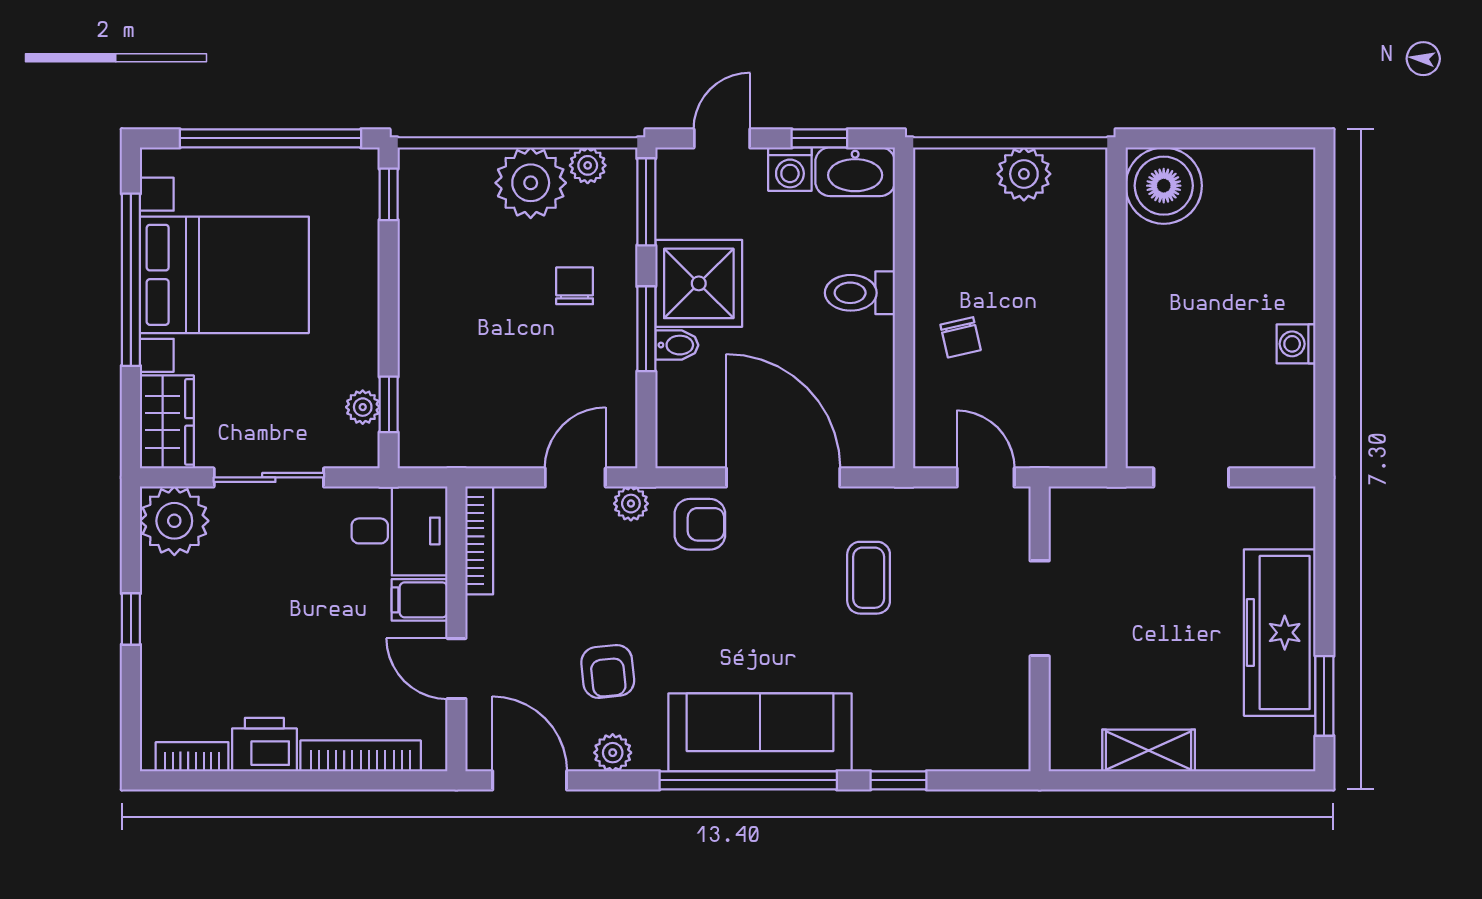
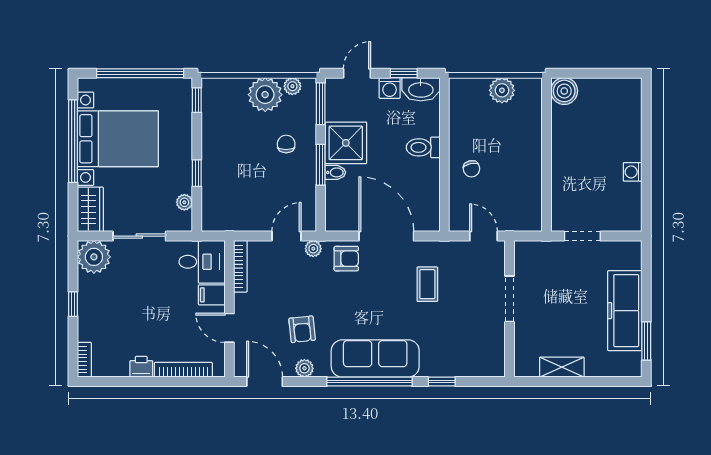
boiler: (1164, 186) -> (564, 91), width x0.73, depth x0.73
window: (389, 404) -> (197, 173), moved
printer: (264, 745) -> (141, 367), width x0.73, depth x0.81
bookcase: (192, 757) -> (84, 360), moved, turned 90

